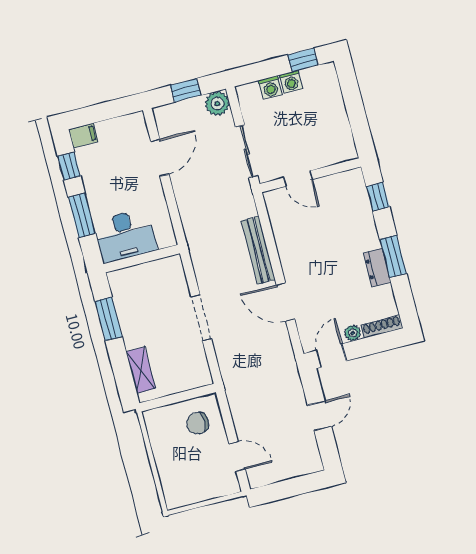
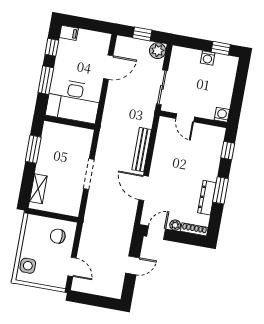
washing machine: (270, 88) -> (222, 115), moved, turned 180
desk: (125, 236) -> (74, 101), width x1.36, depth x1.30
dresser: (377, 268) -> (207, 198), width x1.44
side table: (175, 483) -> (28, 266), added

